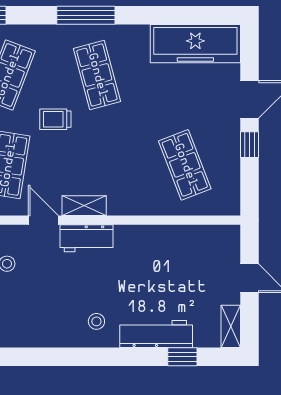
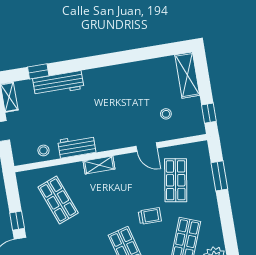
shelving: (84, 206) -> (99, 165), moved
workbench: (86, 238) -> (77, 146), moved
stool: (96, 321) -> (43, 150), moved

